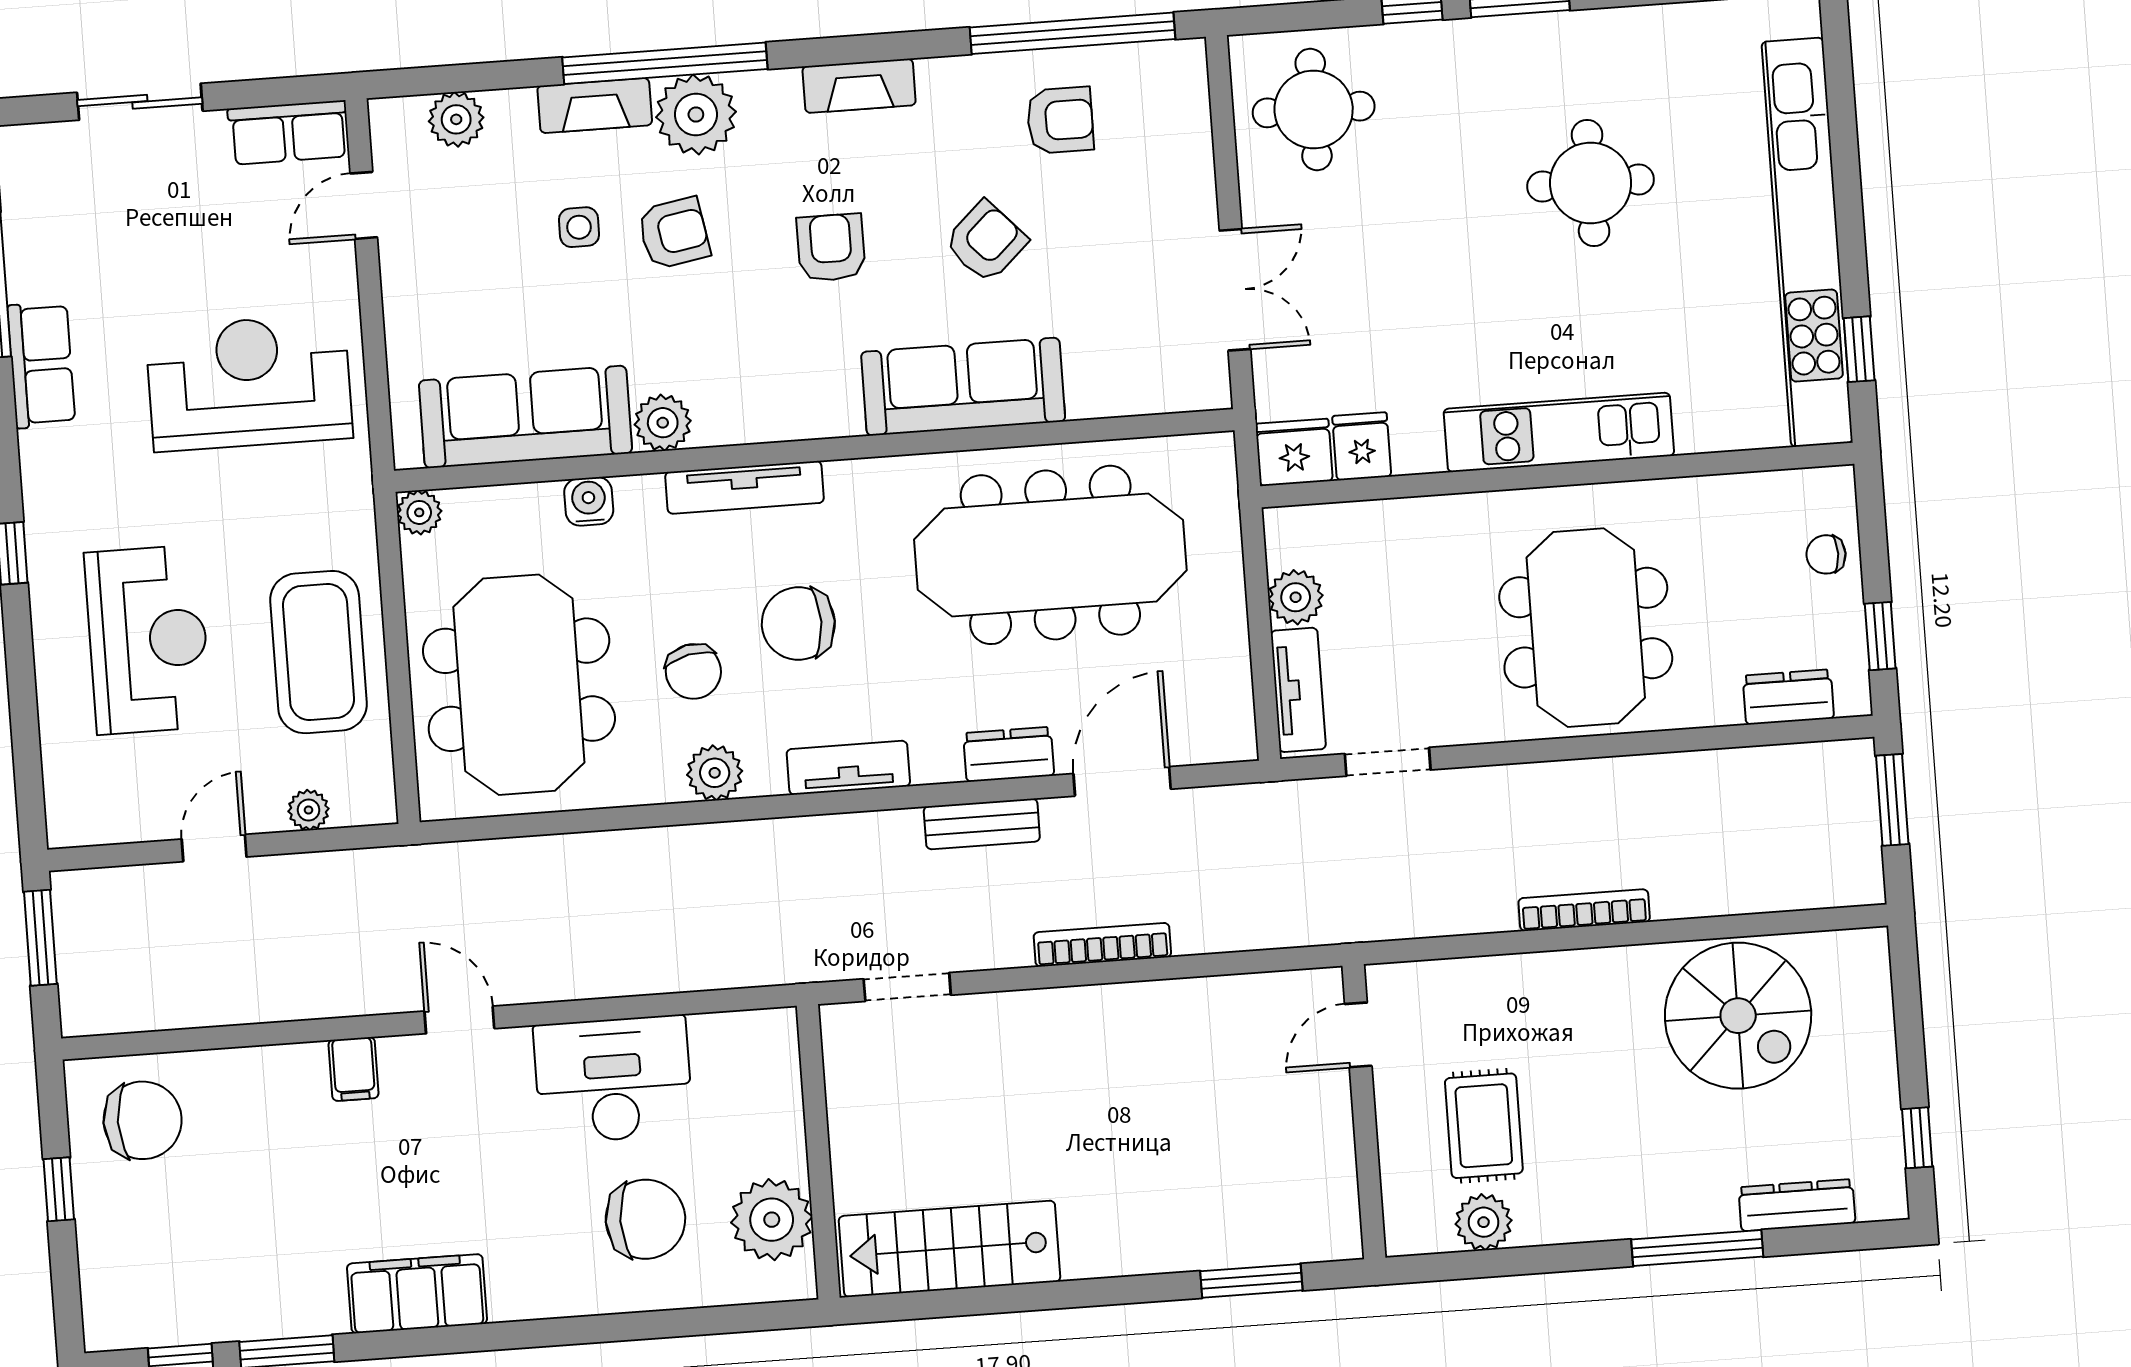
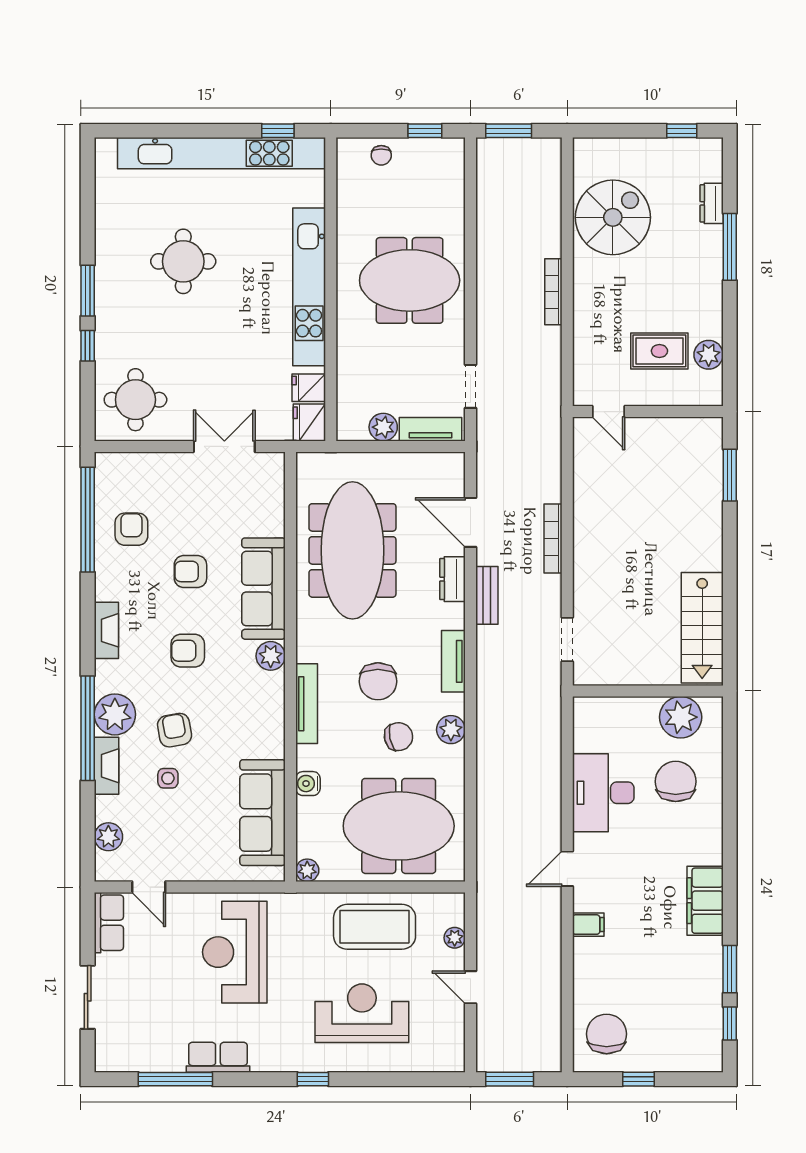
armchair: (986, 242) -> (190, 571), turned -47
plant: (663, 423) -> (271, 656), moved
kitchen unit: (1559, 432) -> (309, 287), width x1.36
dresser: (1788, 697) -> (452, 180), removed
dresser: (1797, 1205) -> (712, 203), width x0.70

